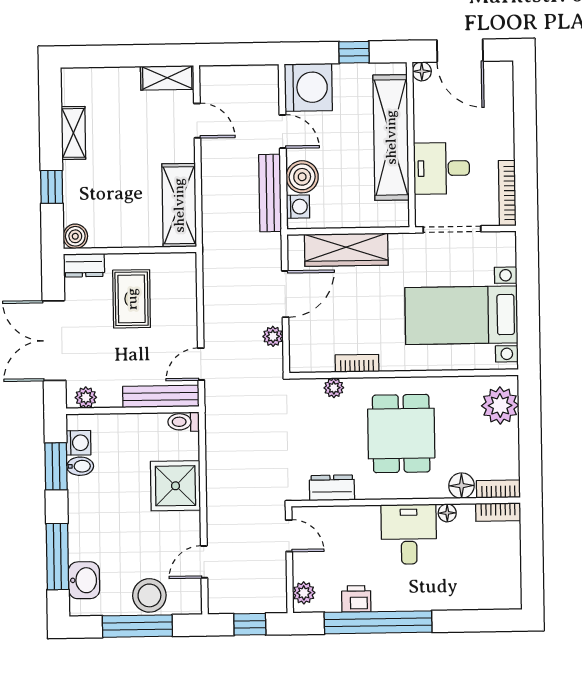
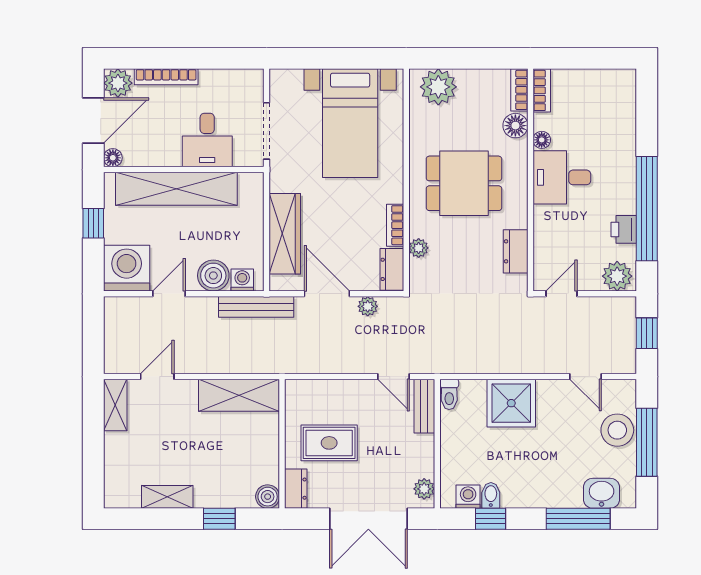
plant: (499, 75) -> (118, 83), added
bench: (270, 193) -> (256, 307), moved
bookcase: (507, 193) -> (166, 77), moved
dresser: (311, 361) -> (392, 269), added
bench: (161, 396) -> (424, 406), width x0.73
window: (56, 466) -> (491, 519), width x0.67
plant: (304, 593) -> (617, 276), width x1.38, depth x1.38

